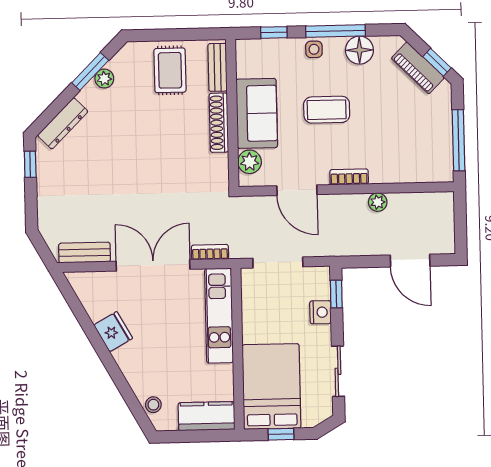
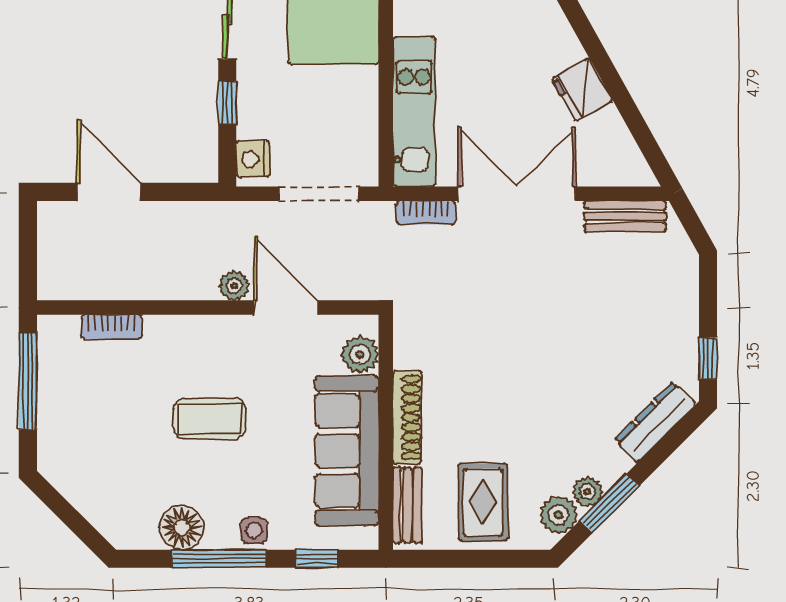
window: (437, 62) -> (59, 506), removed
plant: (122, 64) -> (559, 515), added
piano: (418, 68) -> (90, 497), removed
coffee table: (327, 110) -> (210, 419), moved
sofa: (257, 113) -> (347, 451), width x1.36
bookcase: (349, 177) -> (111, 327), moved
plant: (378, 202) -> (234, 286), moved
double door: (153, 265) -> (517, 194), swing flipped
window: (336, 294) -> (227, 103), moved
nightstand: (320, 312) -> (253, 159), moved

